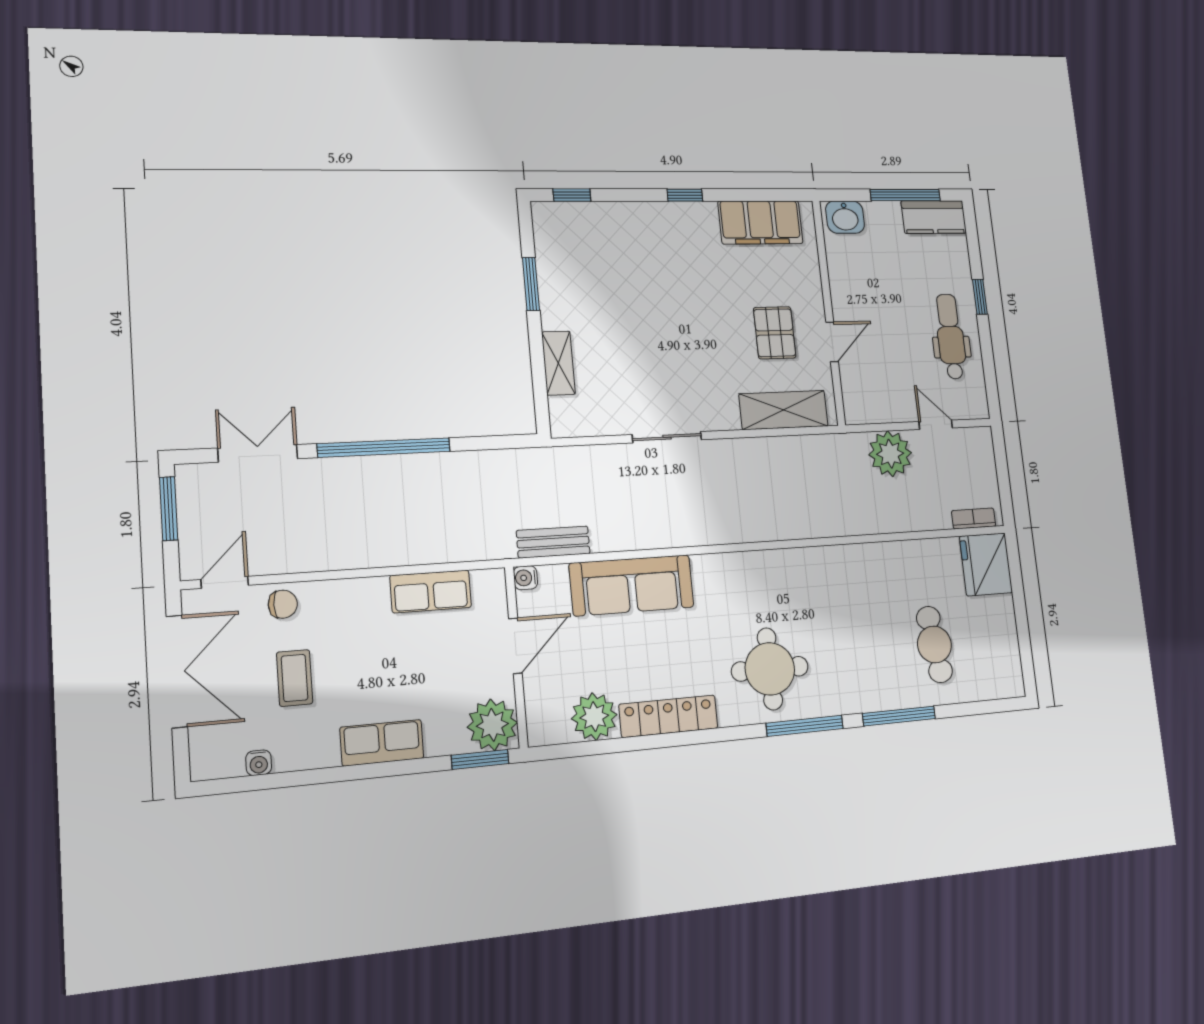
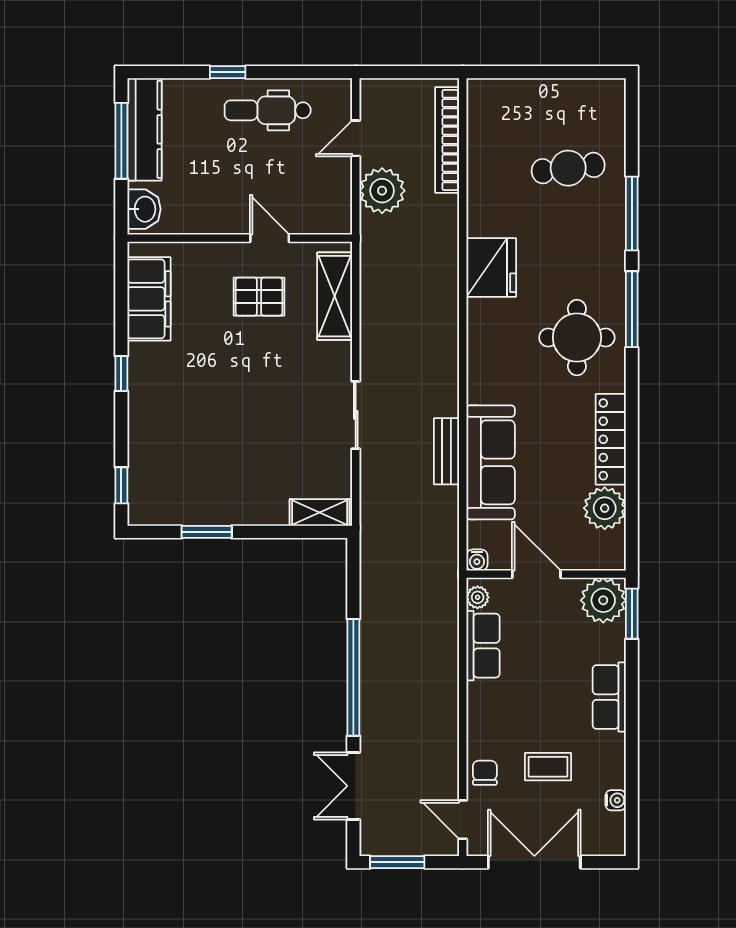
kitchen counter: (934, 217) -> (144, 129), width x1.50
shelving: (558, 363) -> (320, 513), moved
bookcase: (974, 518) -> (447, 140), width x2.31, depth x1.31
bench: (553, 542) -> (447, 451), moved
fridge: (986, 564) -> (491, 267), moved, turned -90
plant: (484, 581) -> (478, 597), added

